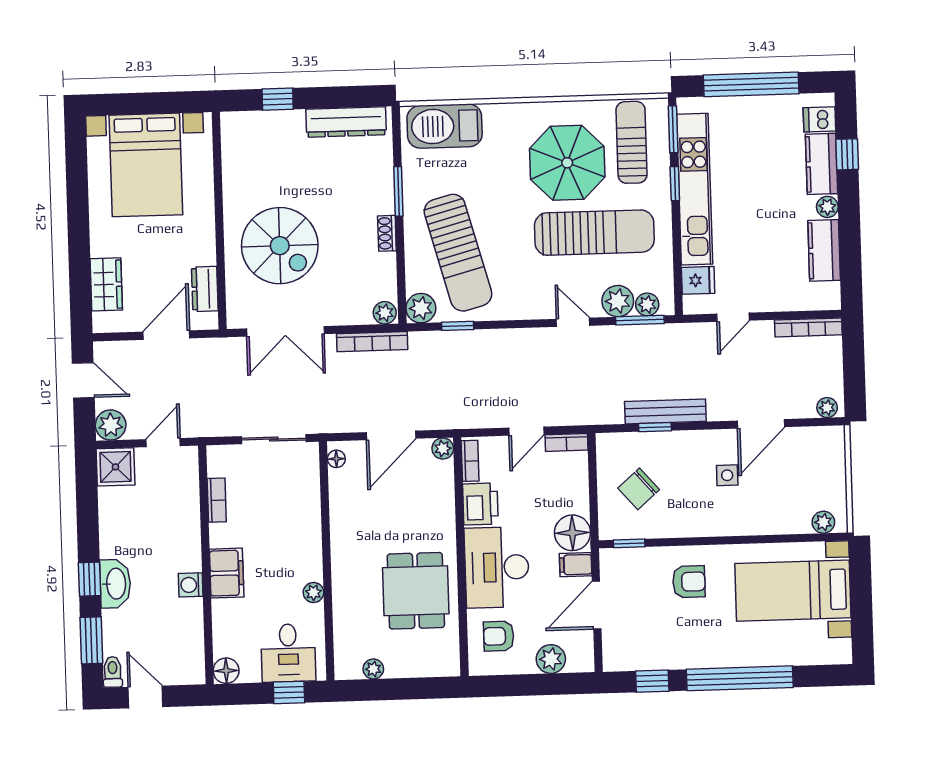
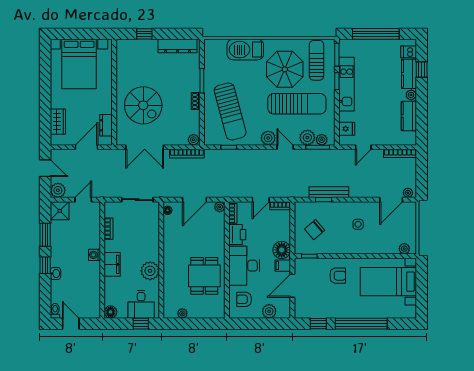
barbecue: (445, 126) -> (245, 50), moved
kitchen unit: (695, 189) -> (347, 84), width x0.73
plant: (421, 308) -> (268, 138), moved
door: (761, 424) -> (391, 200), moved
washbasin: (115, 584) -> (55, 273), width x0.52, depth x0.69
washing machine: (191, 585) -> (95, 255), moved
plant: (313, 593) -> (150, 271), width x1.88, depth x1.88
window: (91, 640) -> (45, 235), moved

